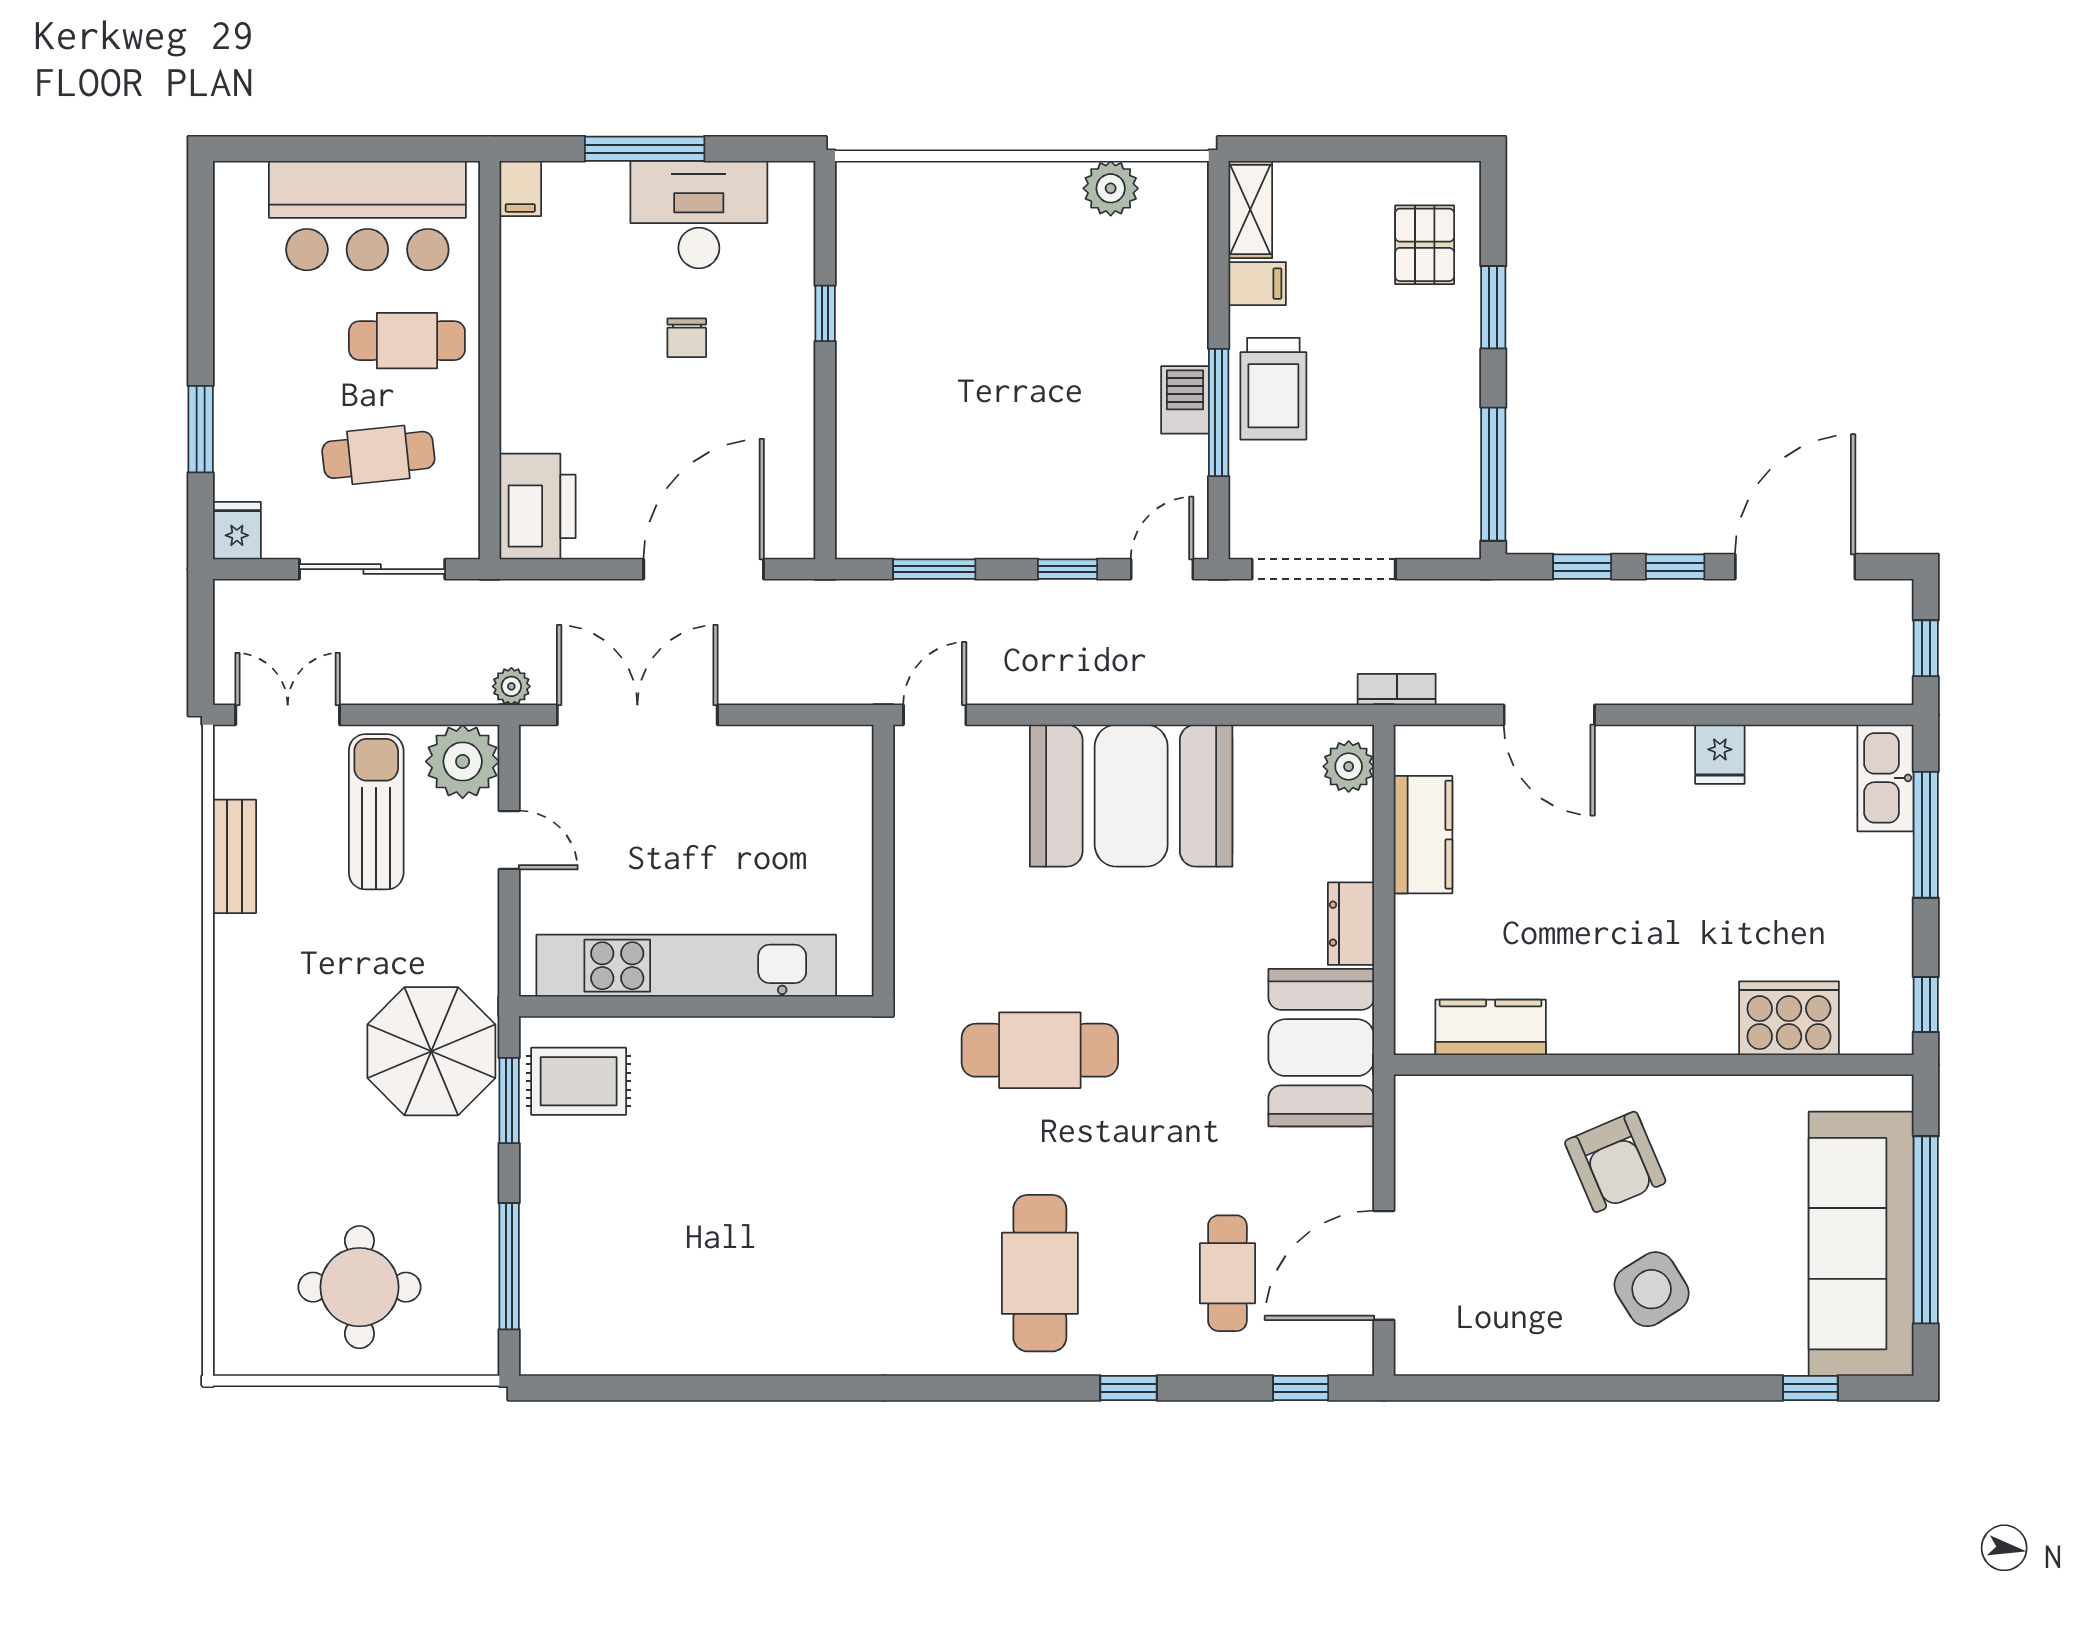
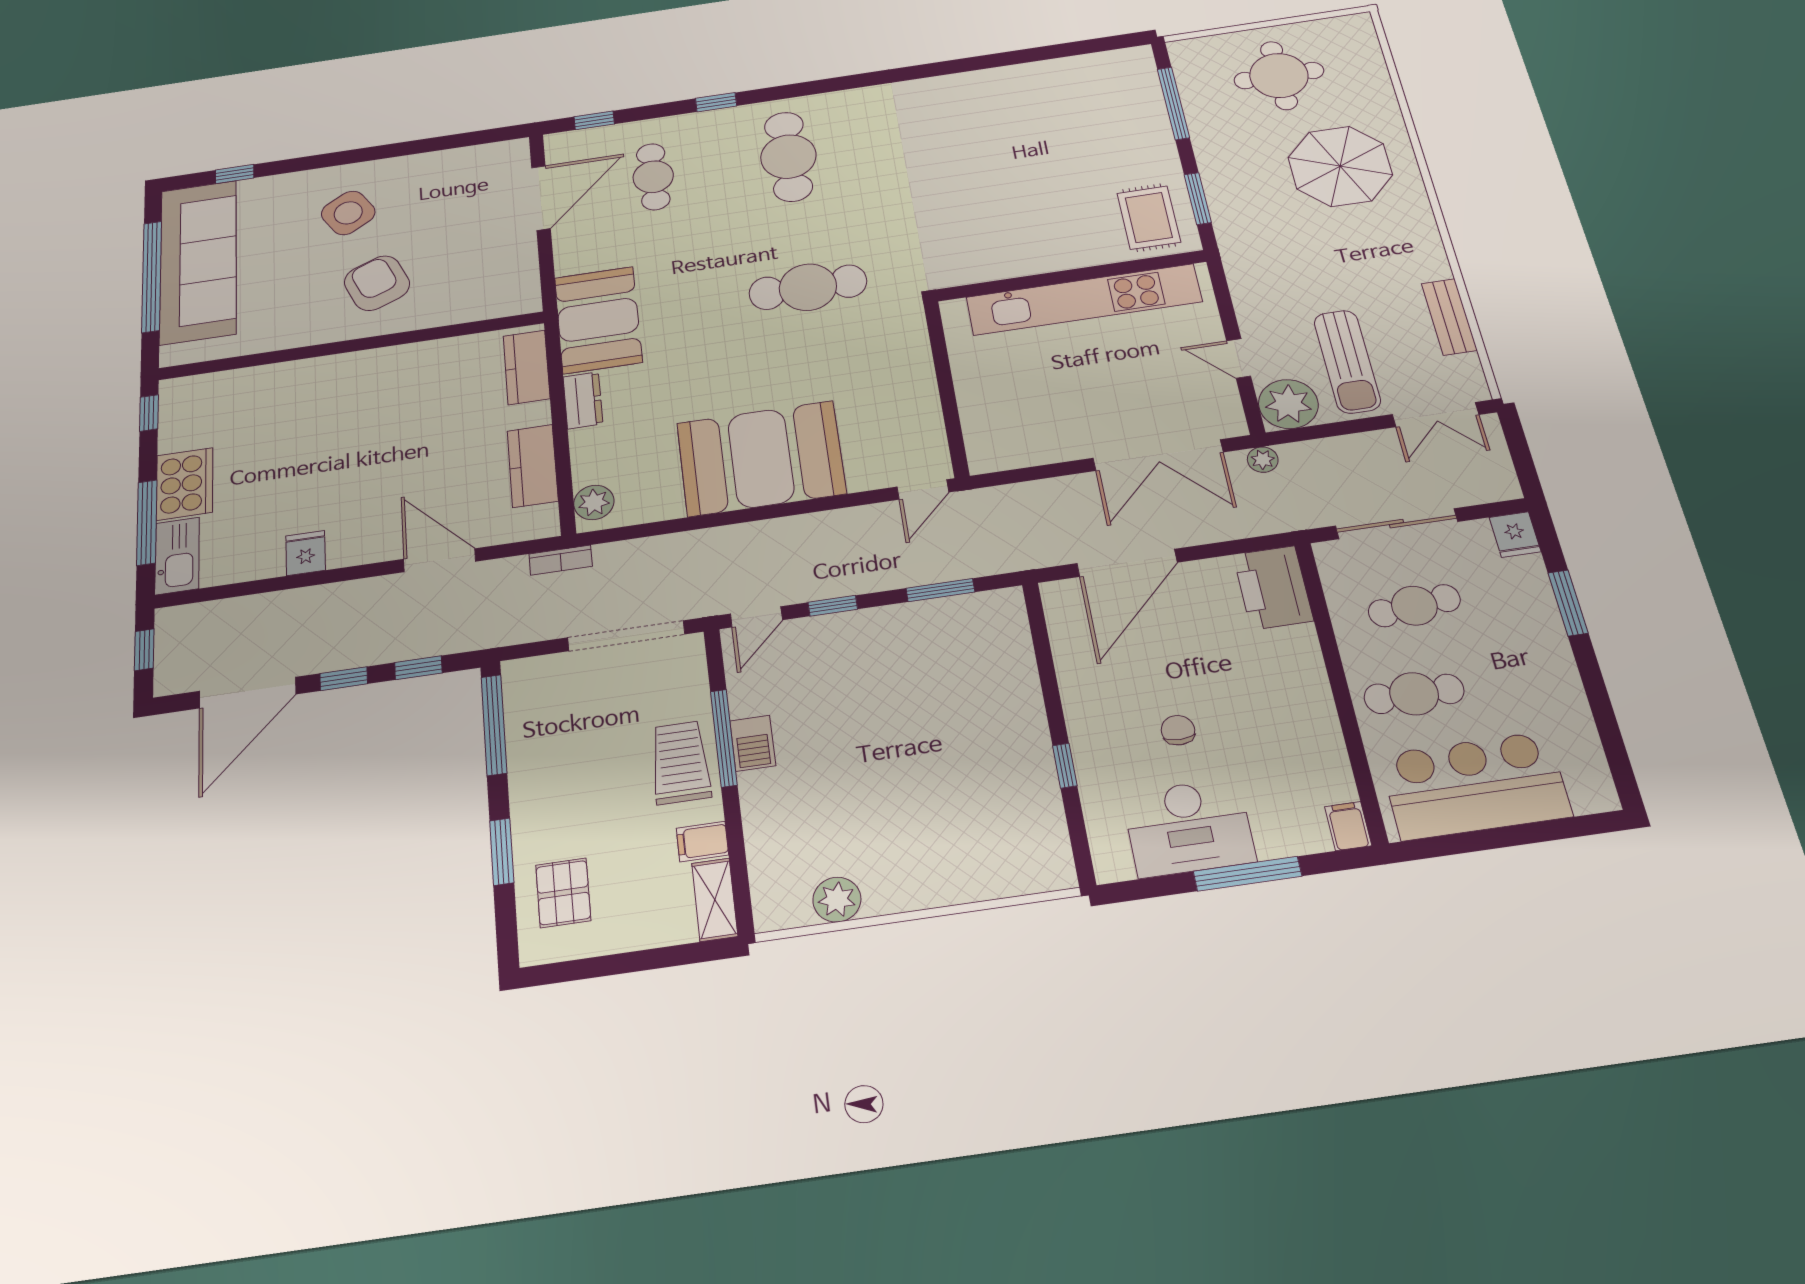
cooker: (1789, 1018) -> (185, 484), moved, turned -90
kitchen counter: (1491, 1027) -> (527, 367), moved, turned 90
parasol: (431, 1051) -> (1340, 166), moved
rug: (579, 1081) -> (1149, 218), turned 90

